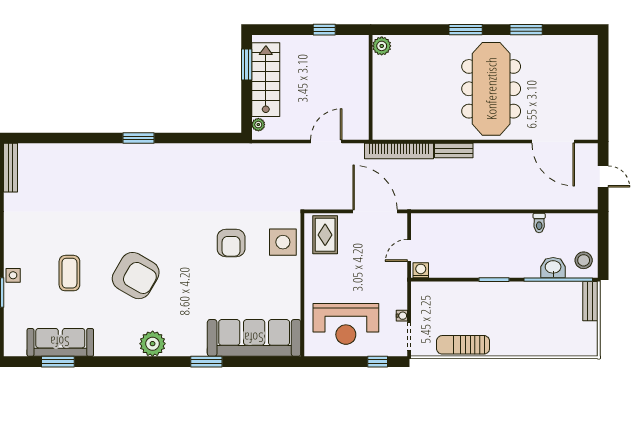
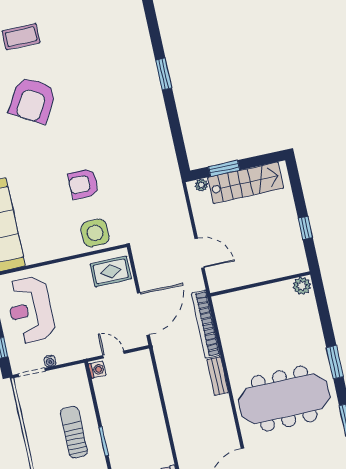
window: (247, 65) -> (224, 168), moved
sun lounger: (463, 345) -> (74, 432), moved

